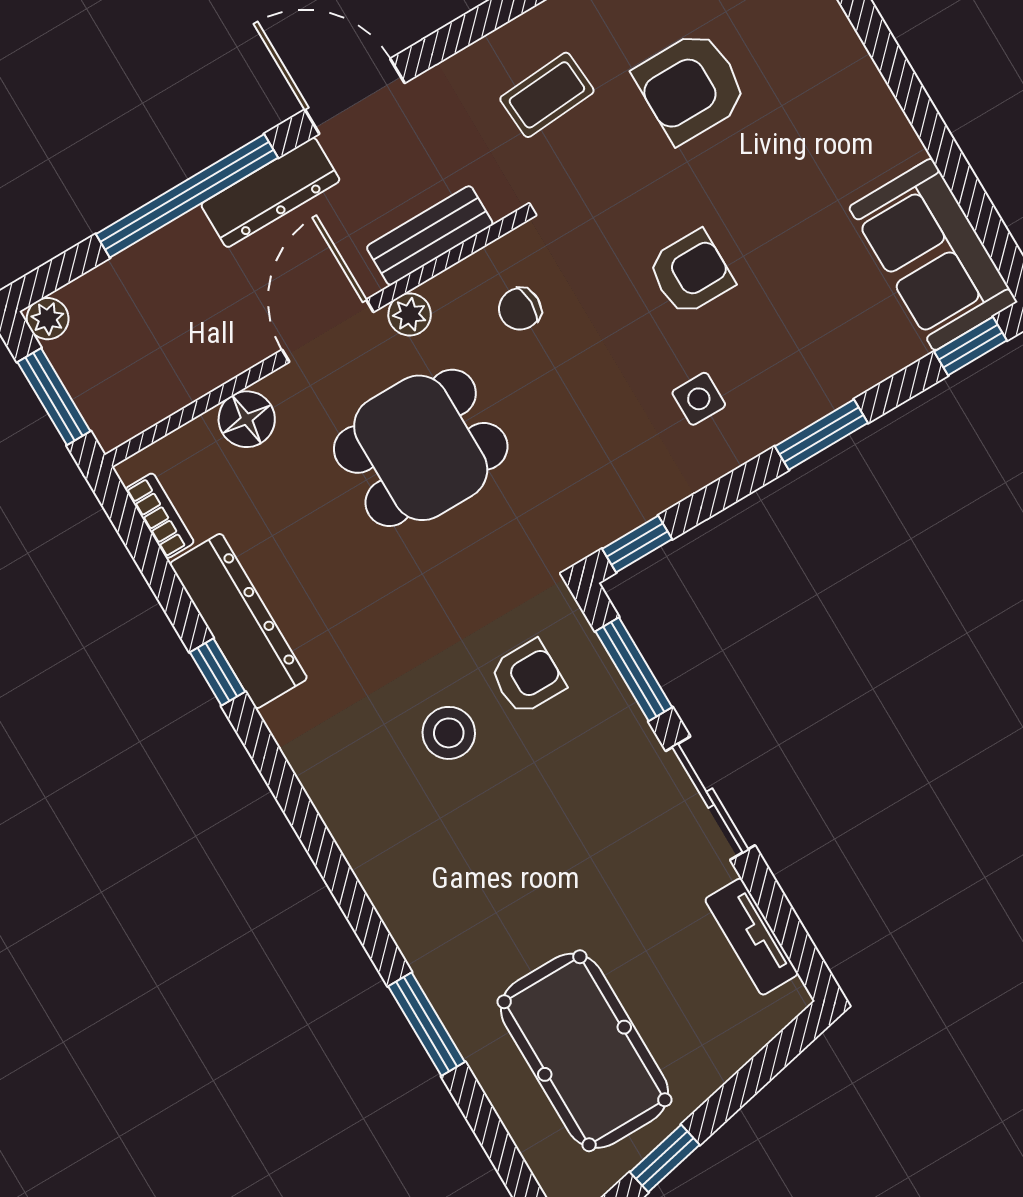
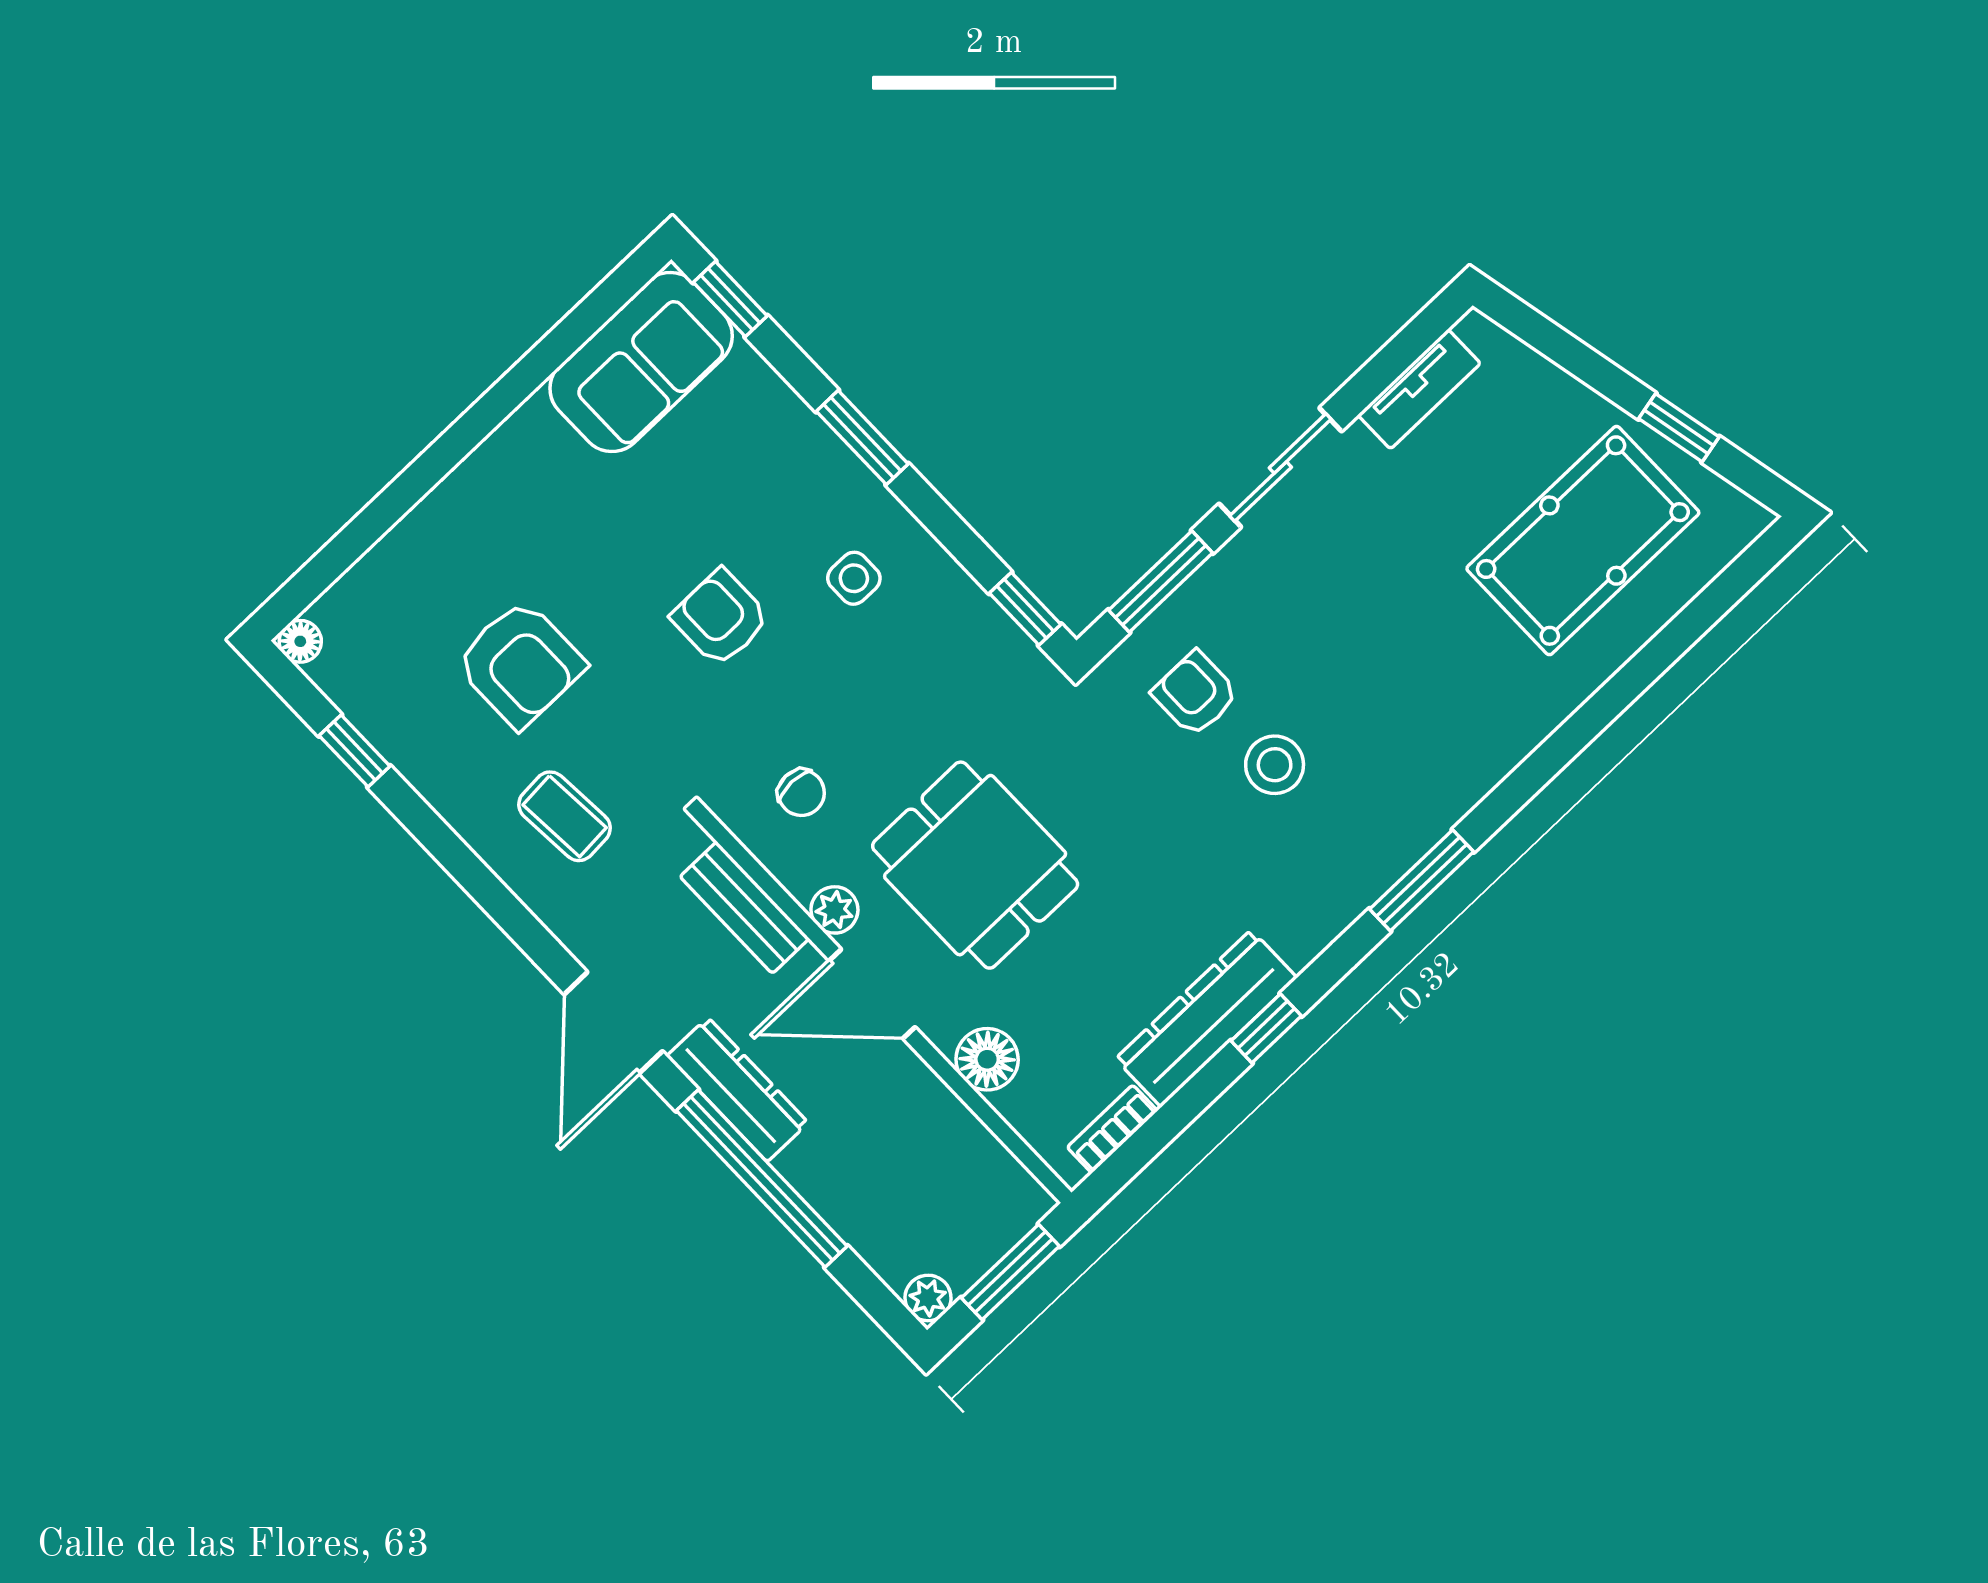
window: (427, 1024) -> (1422, 880), moved

